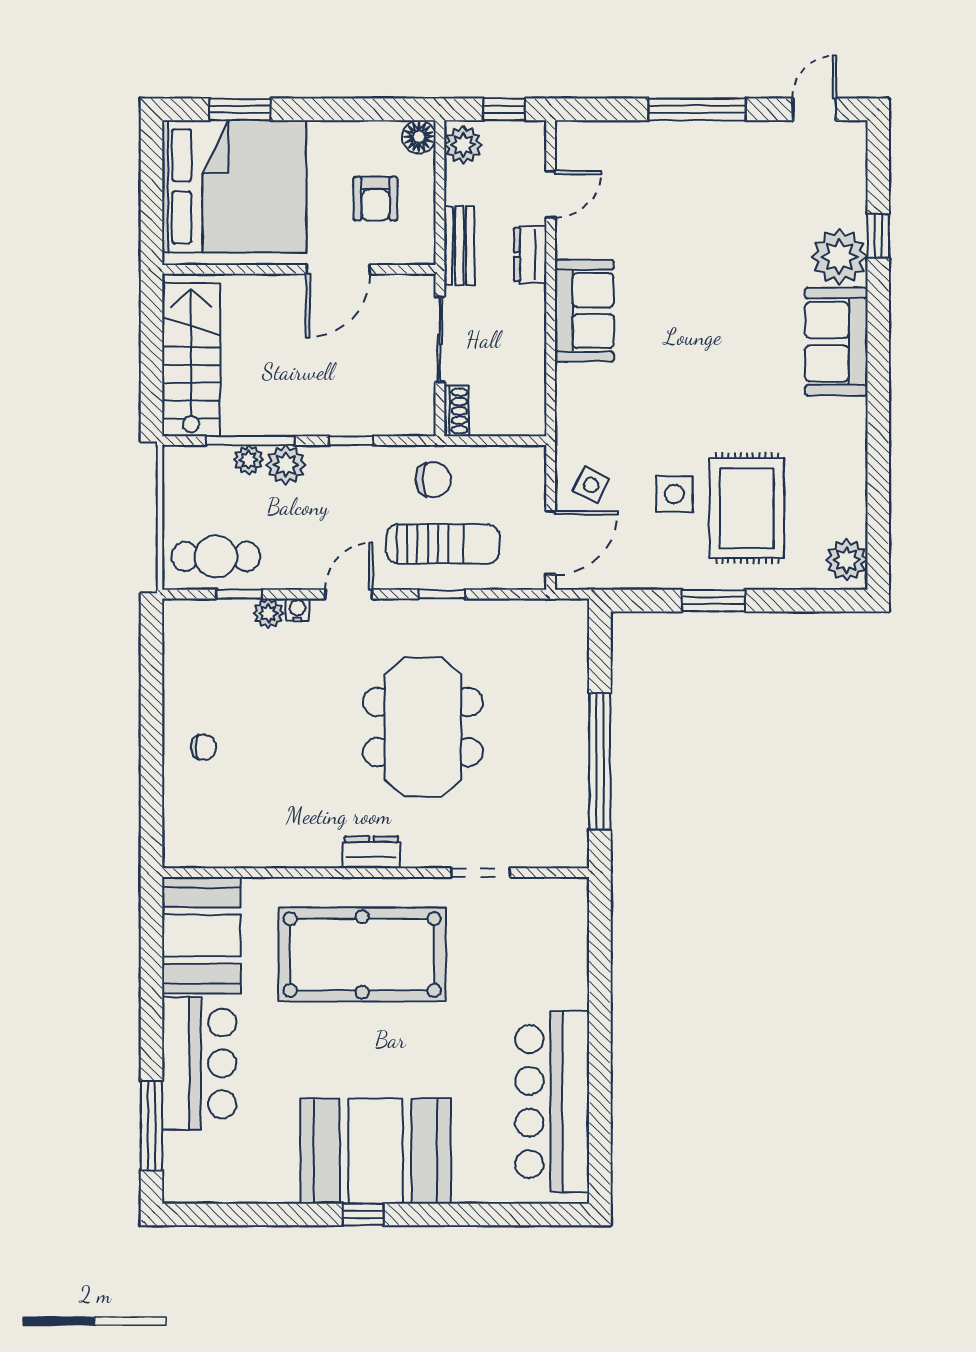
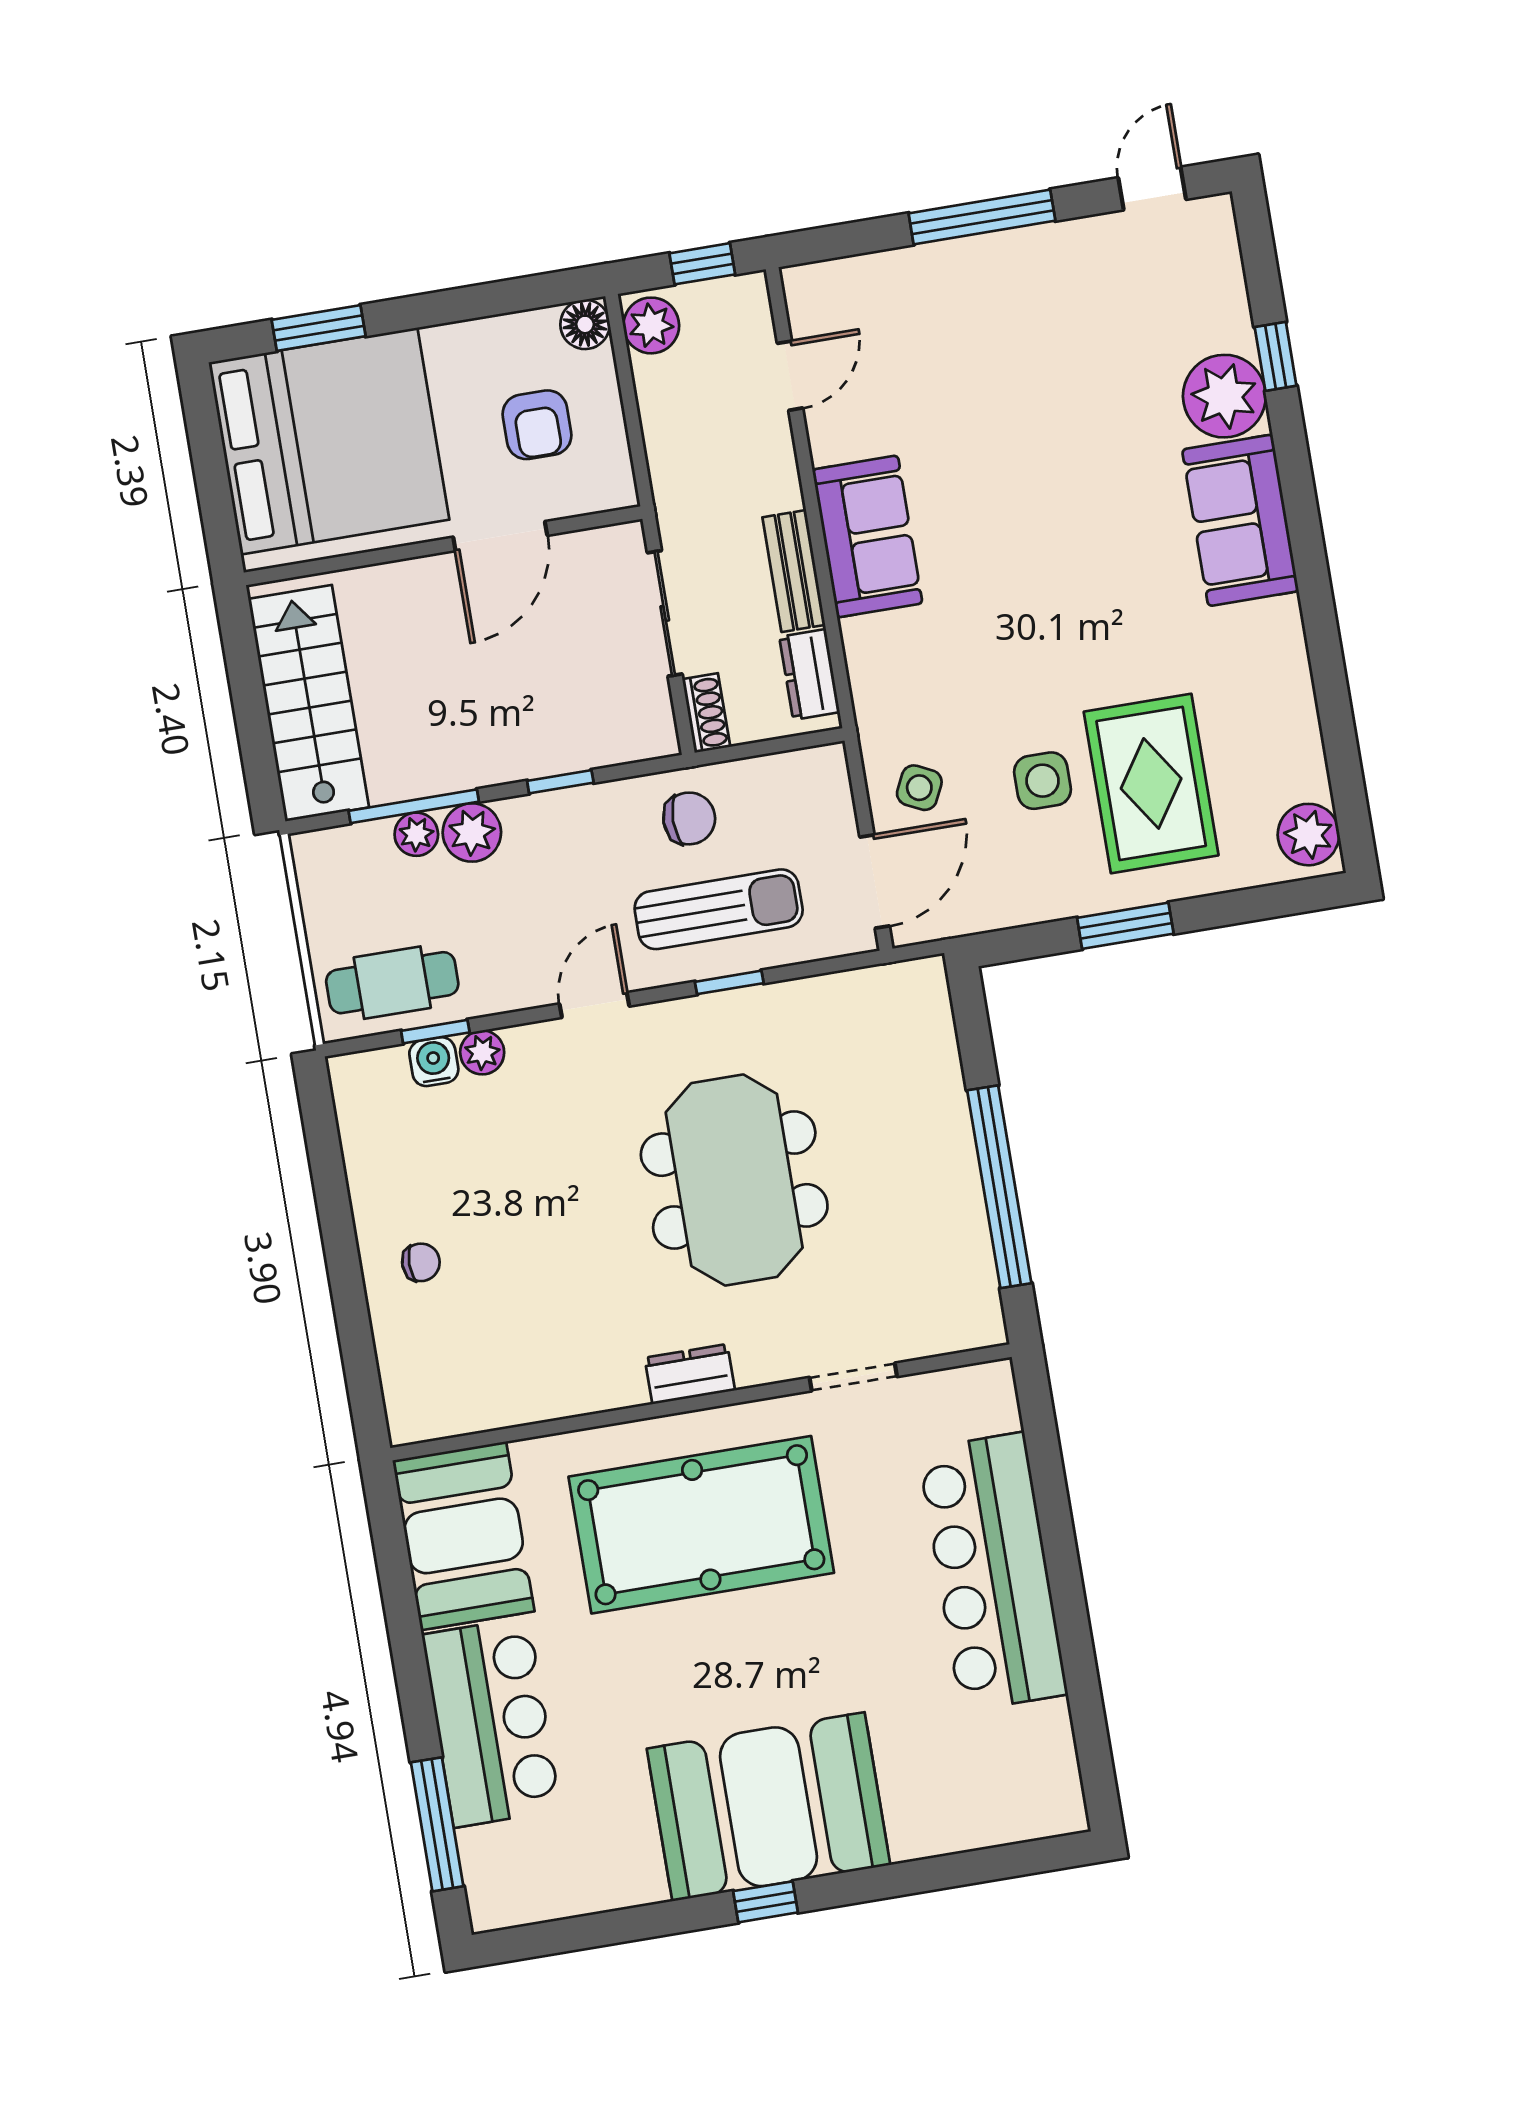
bench: (459, 246) -> (794, 571), moved
dresser: (530, 254) -> (810, 674), moved
water cooler: (297, 610) -> (434, 1062), moved, width x1.38, depth x1.38
bar counter: (552, 1102) -> (993, 1572), moved

